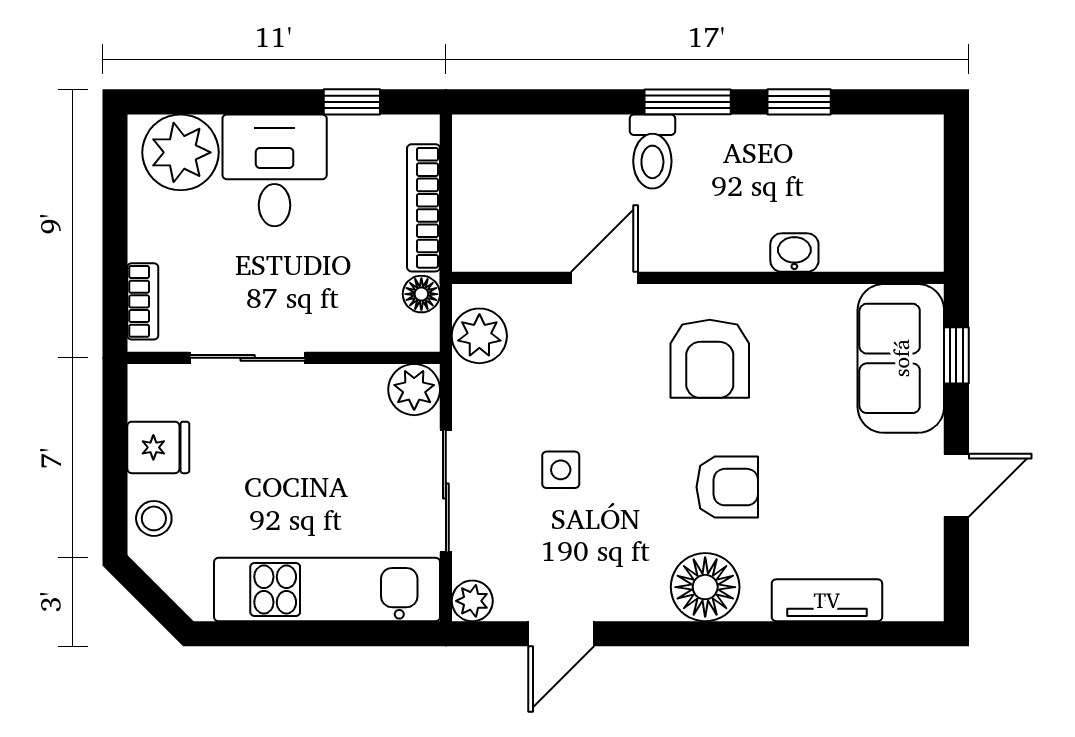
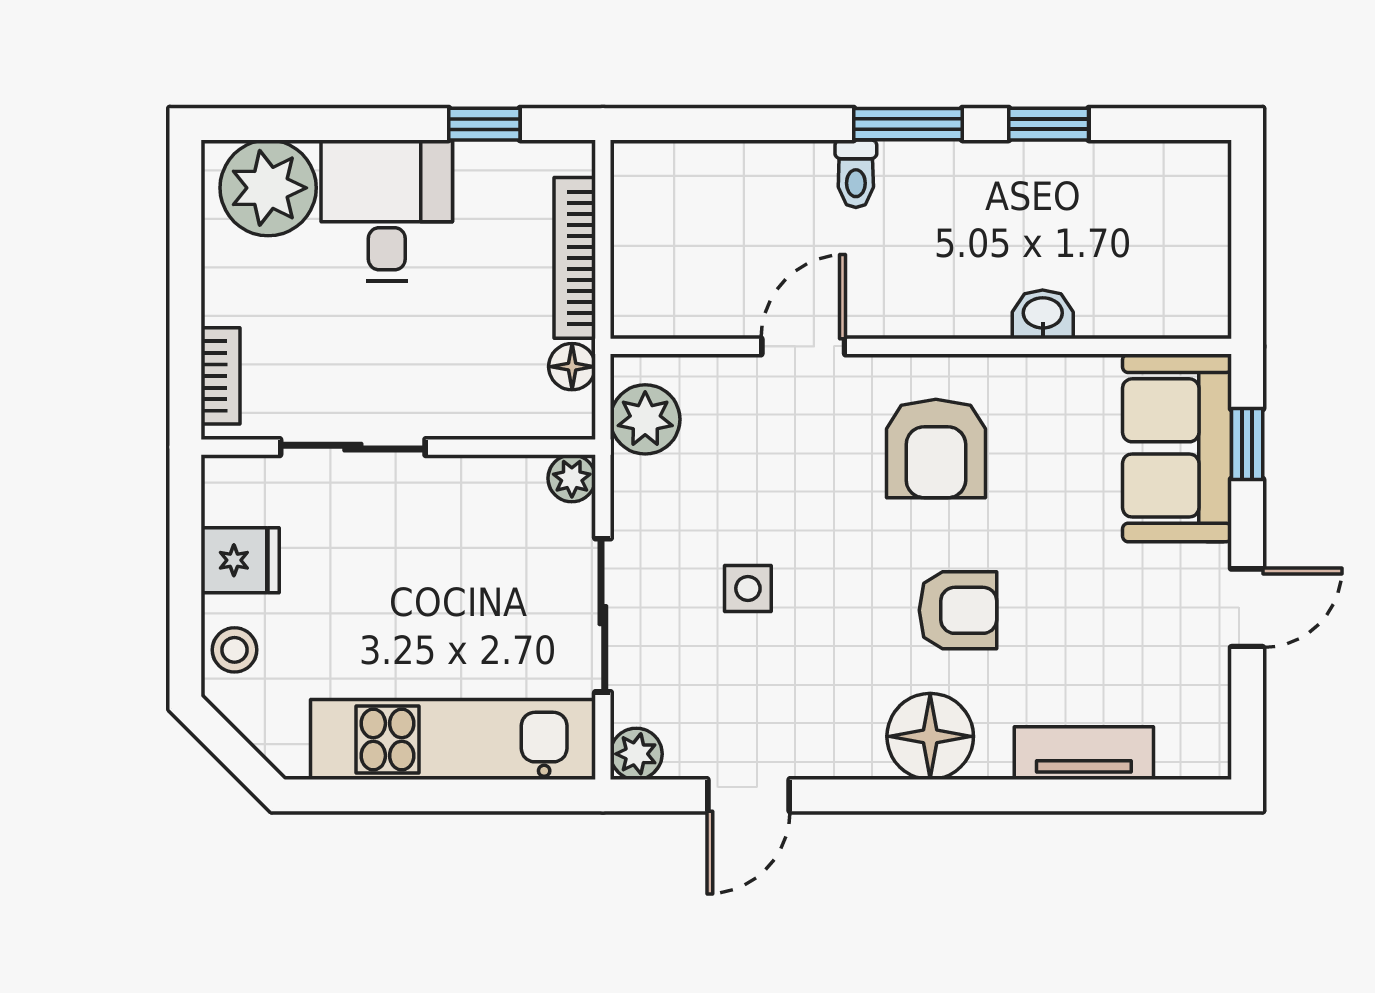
toilet: (652, 151) -> (856, 174), width x0.73, depth x0.72
plant: (414, 390) -> (572, 478), width x0.73, depth x0.73

